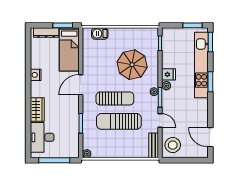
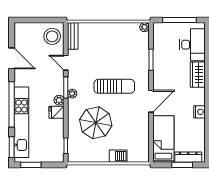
window: (63, 25) -> (182, 165), moved
barbecue: (100, 34) -> (118, 156), moved
window: (210, 82) -> (12, 104), width x2.11
sun lounger: (115, 99) -> (114, 86), turned 180
sun lounger: (119, 121) -> (110, 62), removed
door: (210, 137) -> (12, 58), moved

